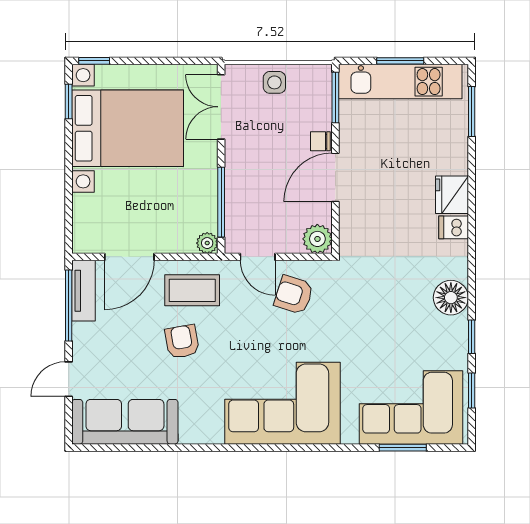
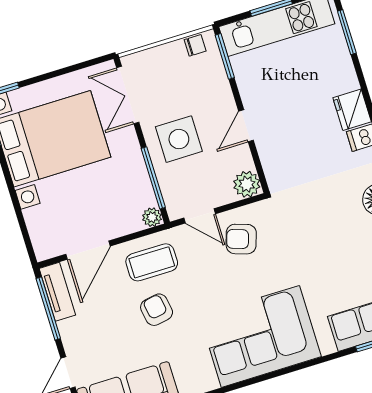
side table: (274, 82) -> (179, 139), moved, width x1.87, depth x1.87
chair: (320, 141) -> (195, 45), moved, turned 180
door: (335, 177) -> (246, 126), width x0.73

